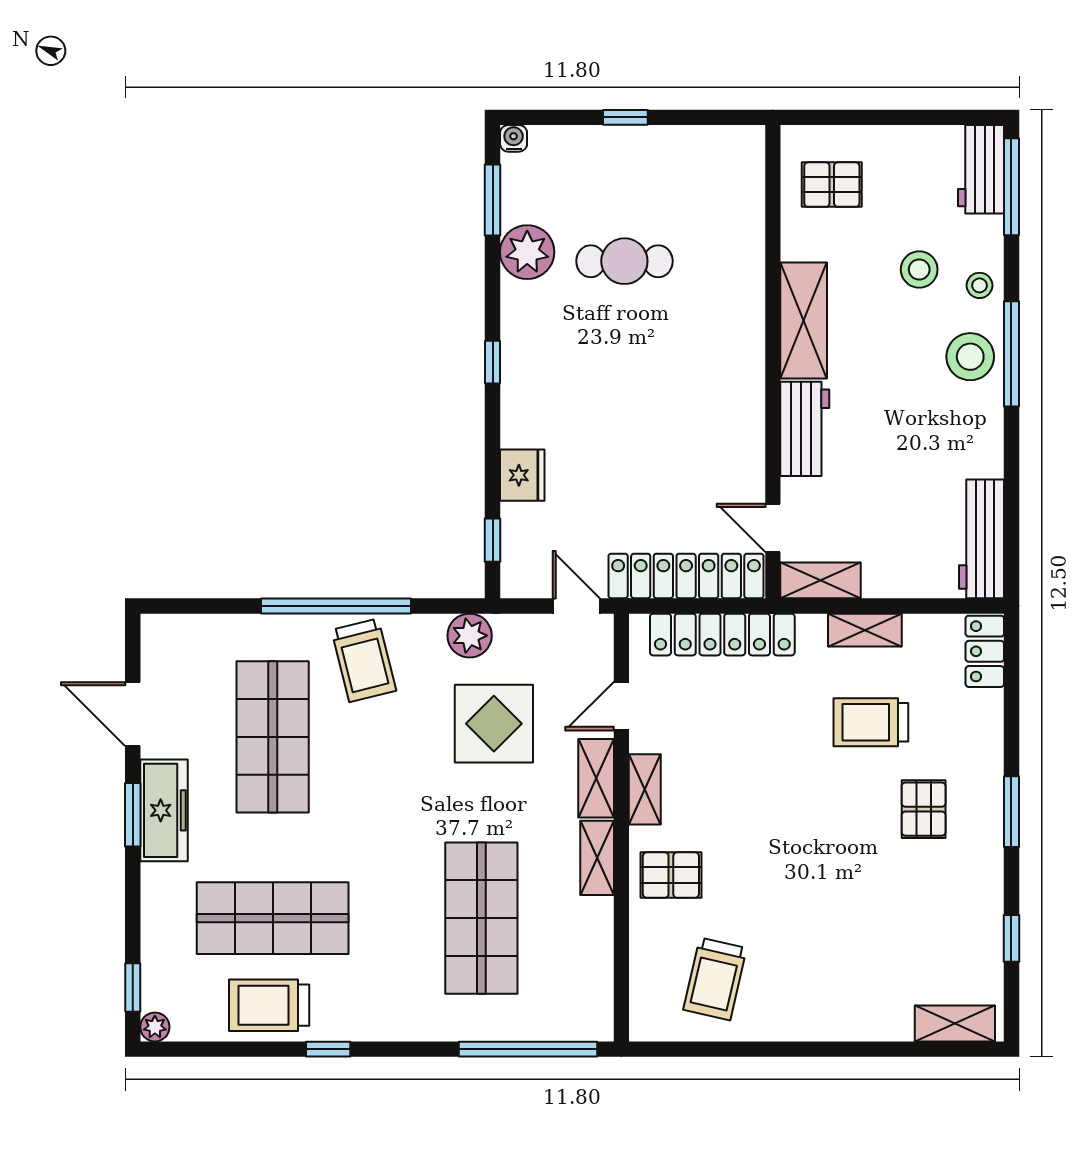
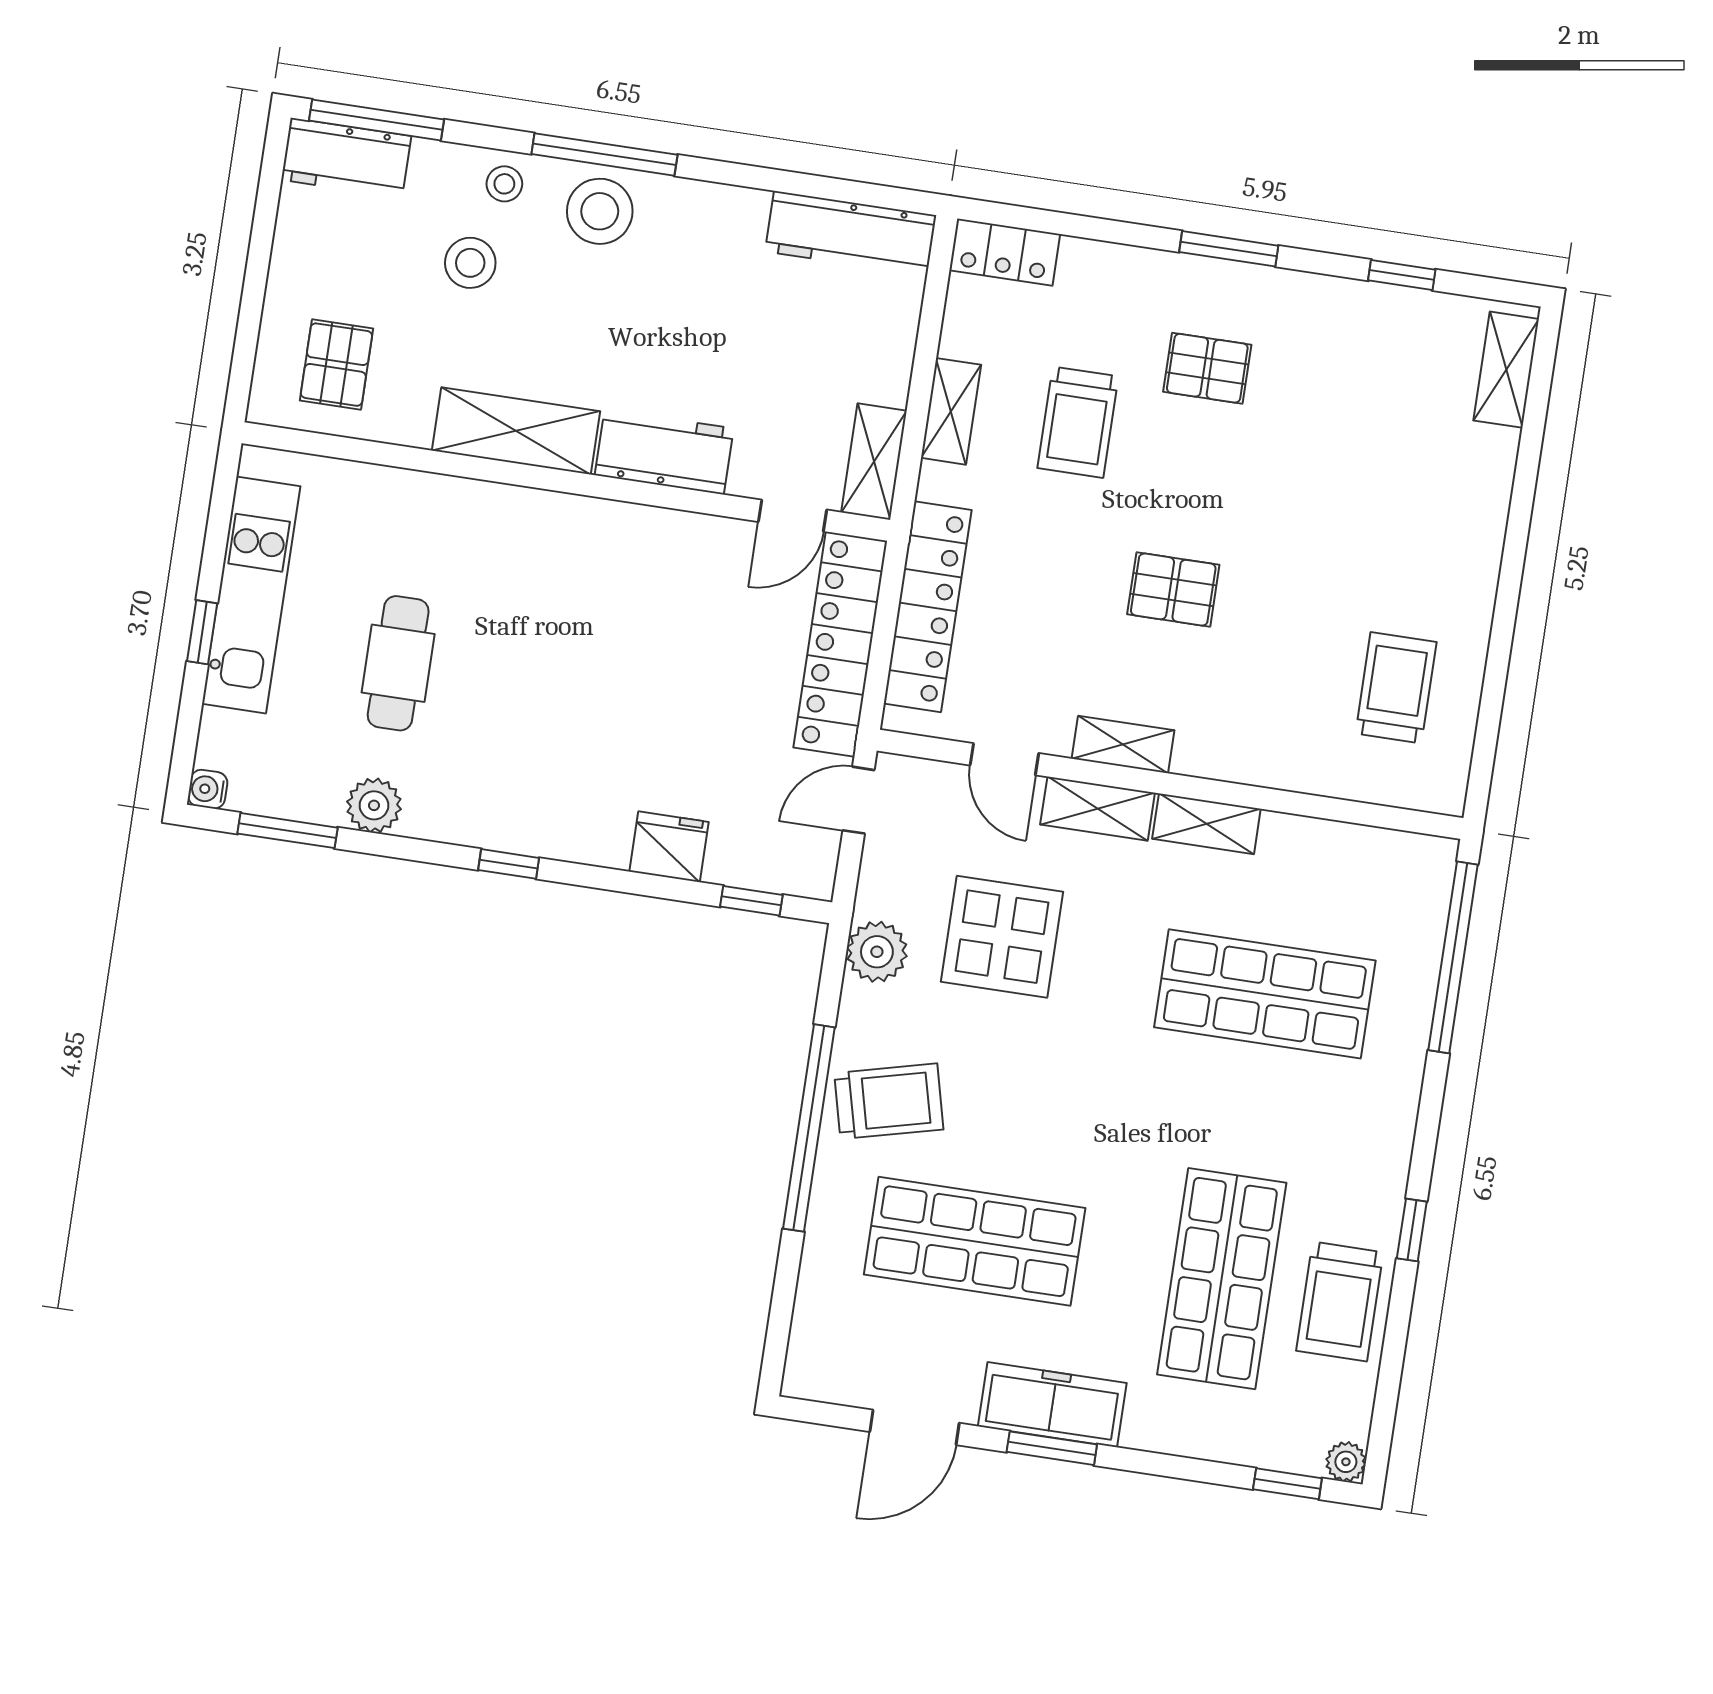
kitchen unit: (657, 148) -> (251, 595), added
plant: (527, 252) -> (374, 805), width x0.73, depth x0.73
pallet: (671, 875) -> (1173, 590), moved, turned 90
trolley: (715, 979) -> (1396, 688), turned -103

